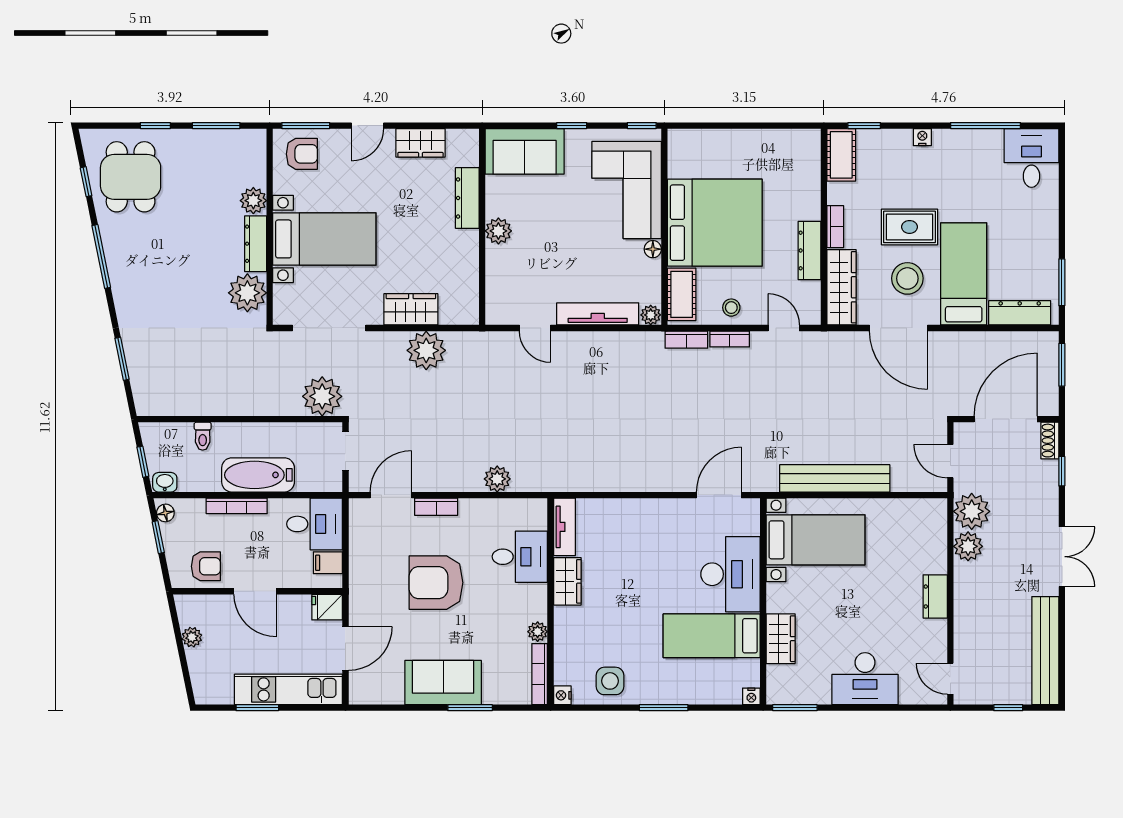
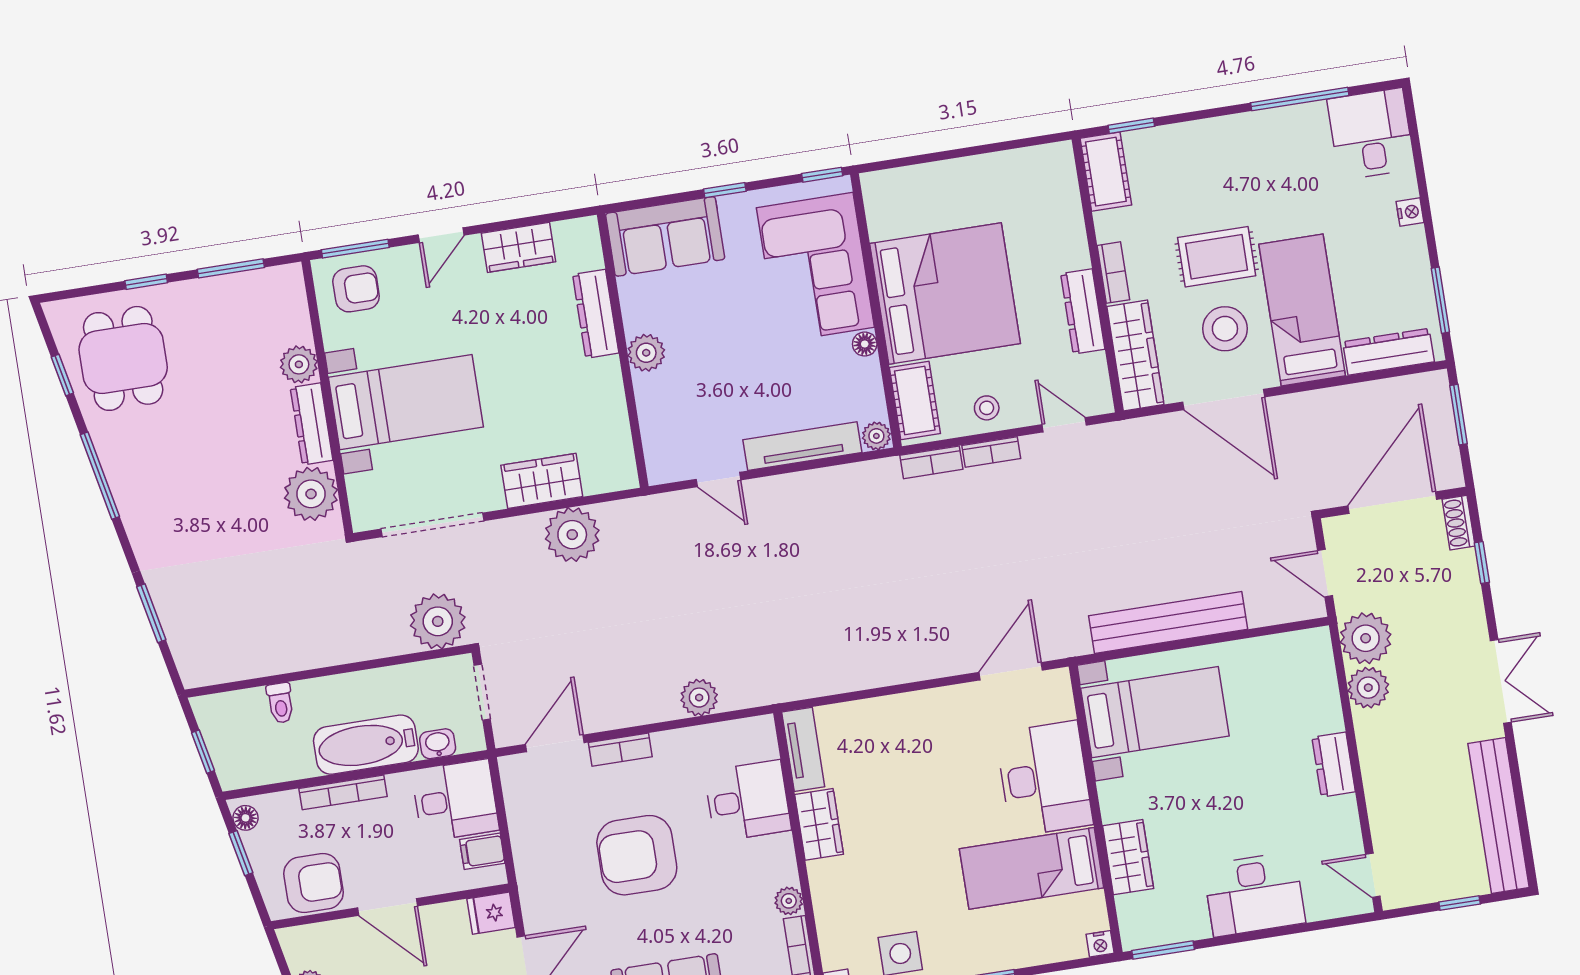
nightstand: (922, 137) -> (1410, 212), moved, turned 90
washbasin: (165, 482) -> (438, 744), moved
armchair: (206, 566) -> (313, 883), width x1.38, depth x1.38

